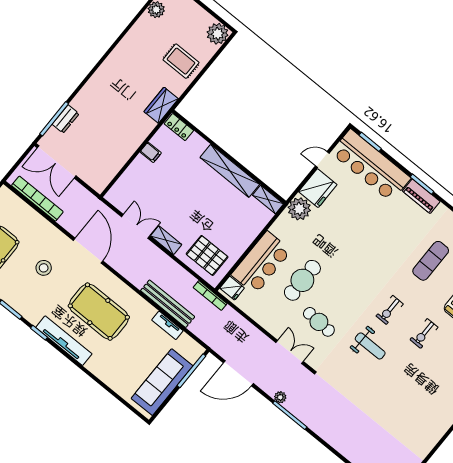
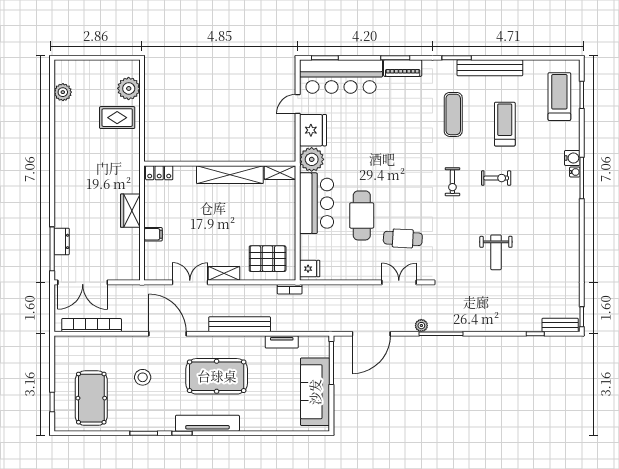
plant: (218, 34) -> (129, 88), moved
wardrobe: (161, 105) -> (130, 211), moved
filing cabinet: (151, 152) -> (153, 234), moved
bar counter: (261, 263) -> (317, 203), moved
bookcase: (210, 295) -> (290, 289), width x0.64
bench: (168, 304) -> (240, 324), moved
exercise bike: (424, 333) -> (496, 178), turned -90
weight bench: (370, 346) -> (496, 252), moved, turned 90

